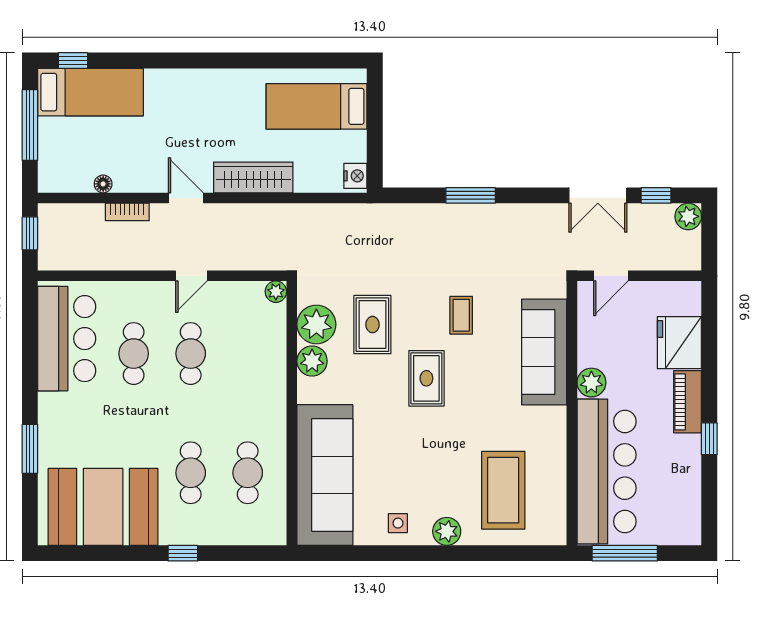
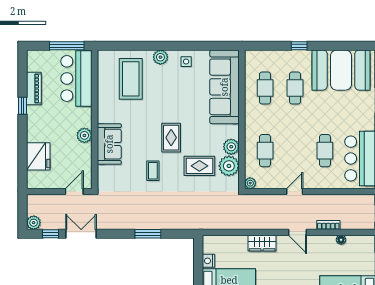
nightstand: (355, 176) -> (208, 261), moved
wardrobe: (253, 177) -> (262, 243), width x0.67
rug: (372, 325) -> (199, 166), turned 90
sofa: (544, 352) -> (109, 144), width x0.73
cafe table: (191, 354) -> (265, 151), moved
piano: (688, 402) -> (34, 88), moved
bar counter: (607, 472) -> (76, 78), width x0.73

